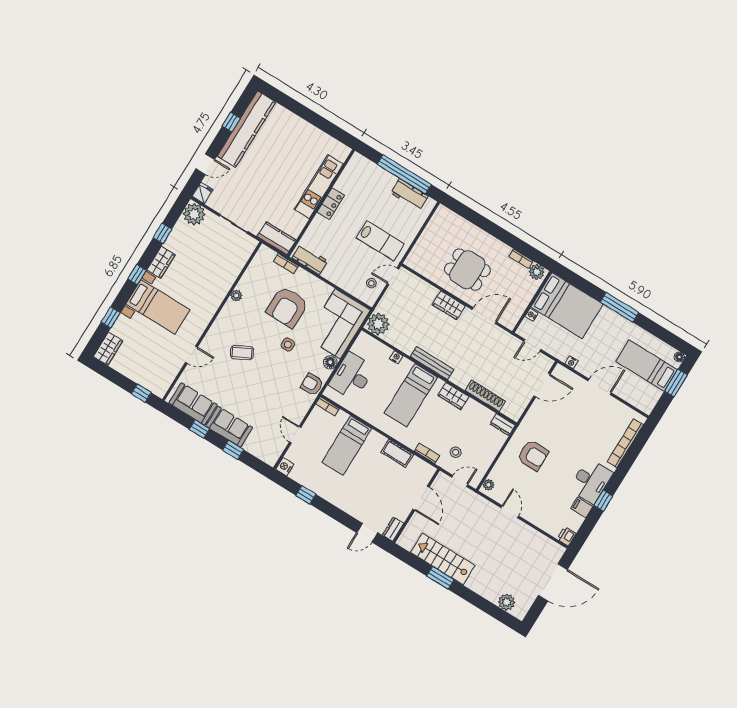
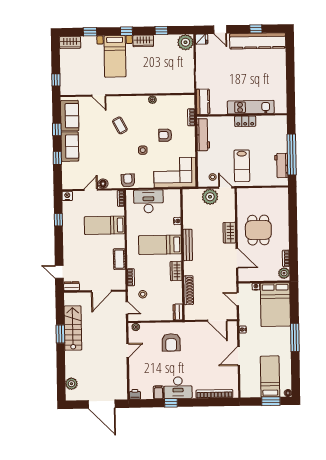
workbench: (310, 259) -> (203, 135), width x1.38
armchair: (287, 307) -> (165, 135), width x0.53, depth x0.53
plant: (378, 324) -> (210, 197), moved
floor lamp: (330, 362) -> (103, 184), moved
door: (599, 387) -> (239, 356), swing flipped

